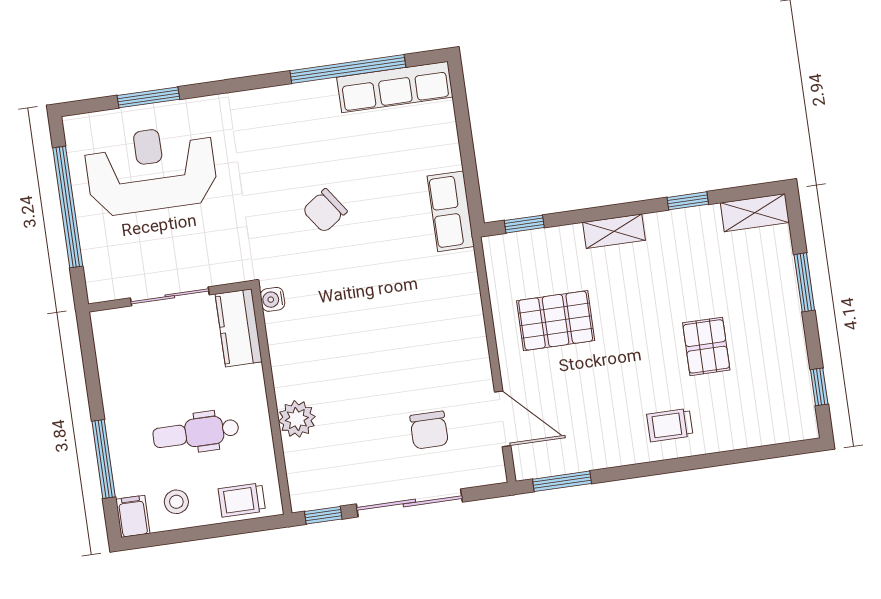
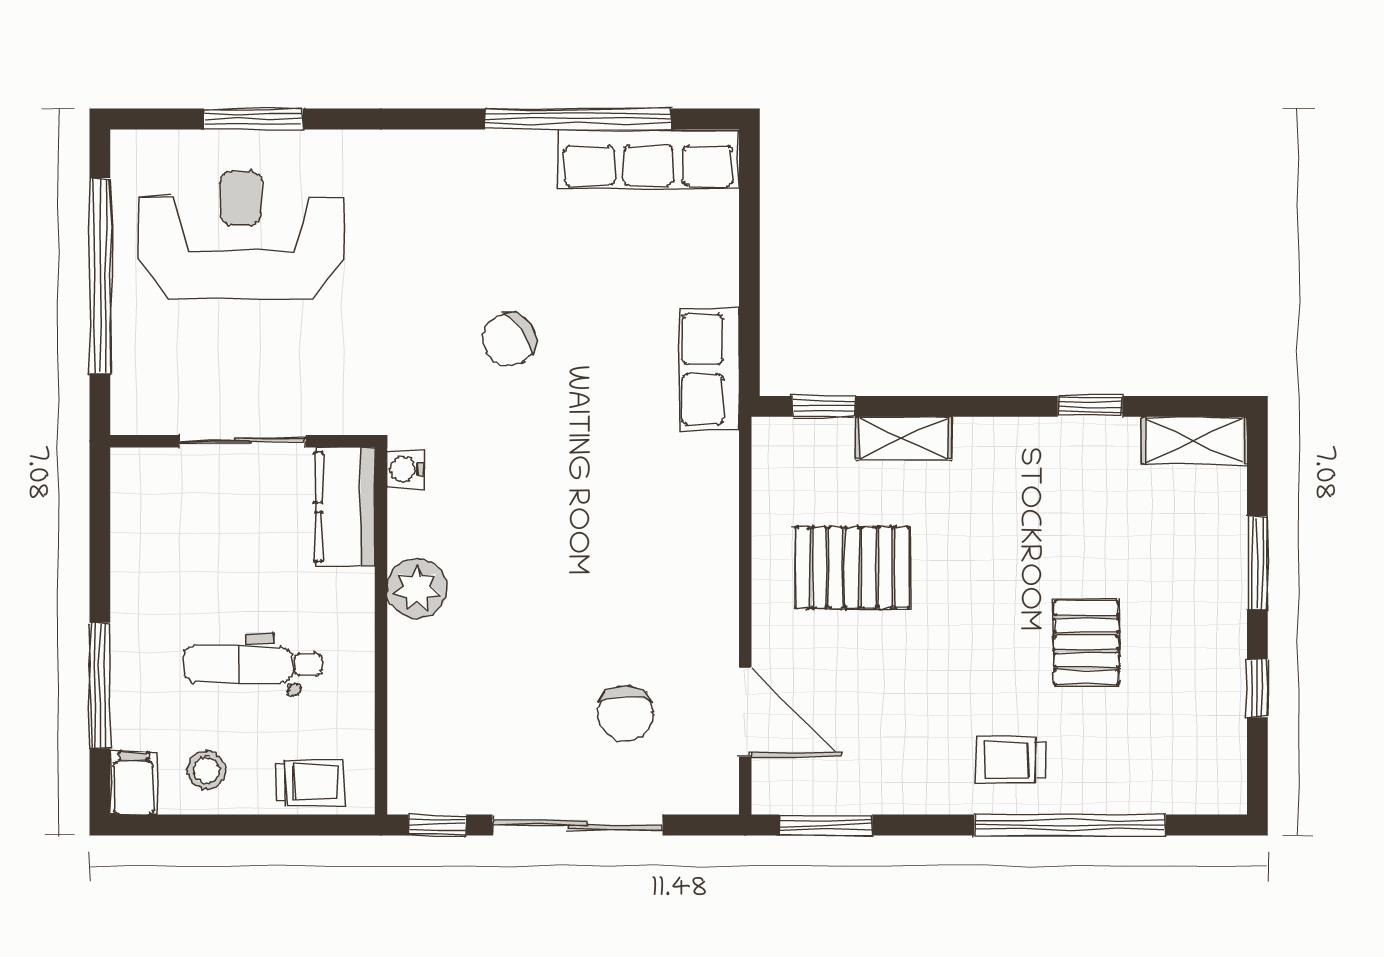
shelving: (614, 231) -> (904, 438), moved
window: (819, 387) -> (1257, 688), moved
plant: (297, 419) -> (417, 589), moved
window: (712, 460) -> (1070, 825), added
trolley: (242, 500) -> (311, 782), turned 180

